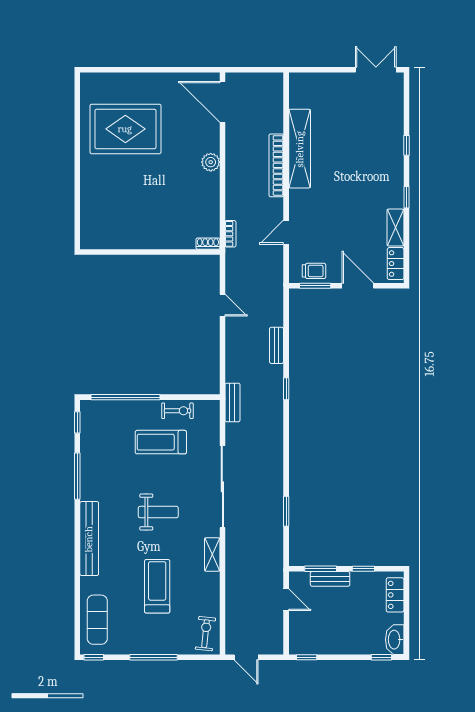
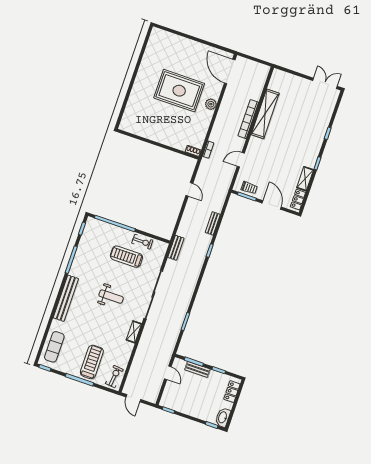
rug: (125, 129) -> (179, 91), moved
treadmill: (157, 586) -> (92, 362), moved

